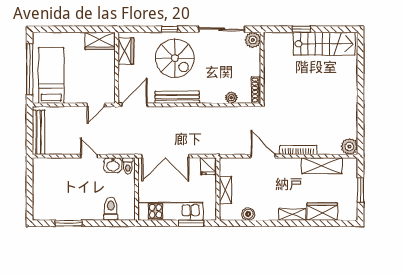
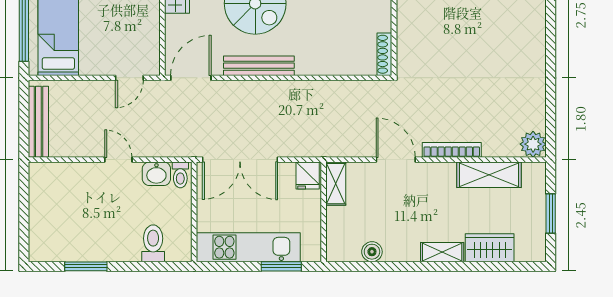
plant: (231, 98) -> (345, 66), removed
shelving: (225, 190) -> (336, 184), moved

